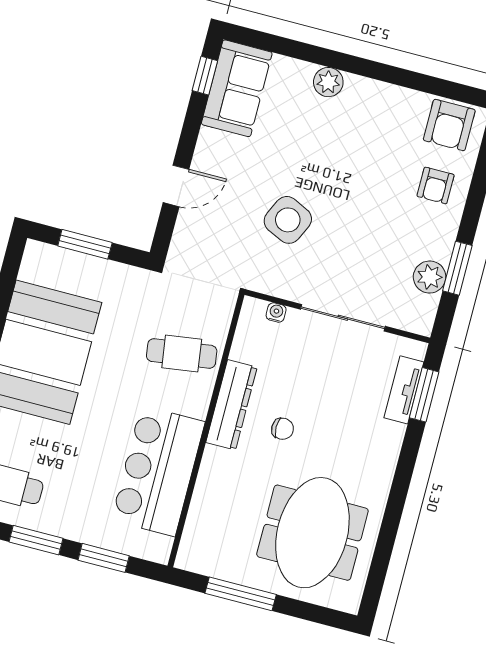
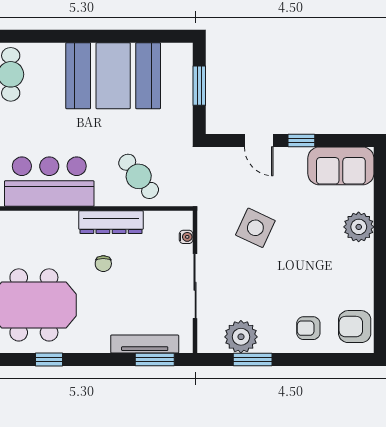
window: (205, 76) -> (301, 140), moved
plant: (328, 82) -> (359, 227), width x1.36, depth x1.36
plant: (430, 277) -> (241, 337), width x1.36, depth x1.36
cafe table: (182, 353) -> (139, 176), turned -31
tv unit: (404, 390) -> (145, 344), width x1.41
window: (388, 532) -> (49, 360), added

